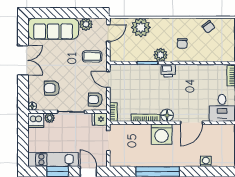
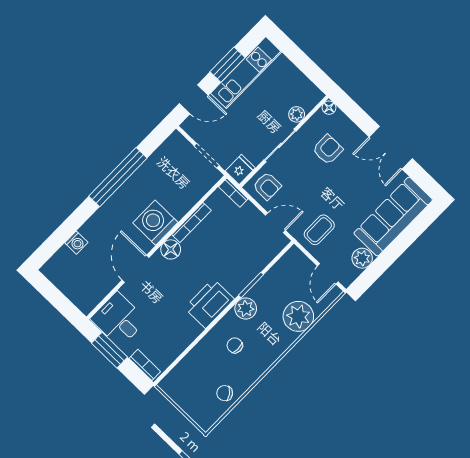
printer: (168, 71) -> (209, 303), width x1.87, depth x1.48
armchair: (95, 100) -> (267, 186), turned 90
dishwasher: (36, 120) -> (309, 96), removed

